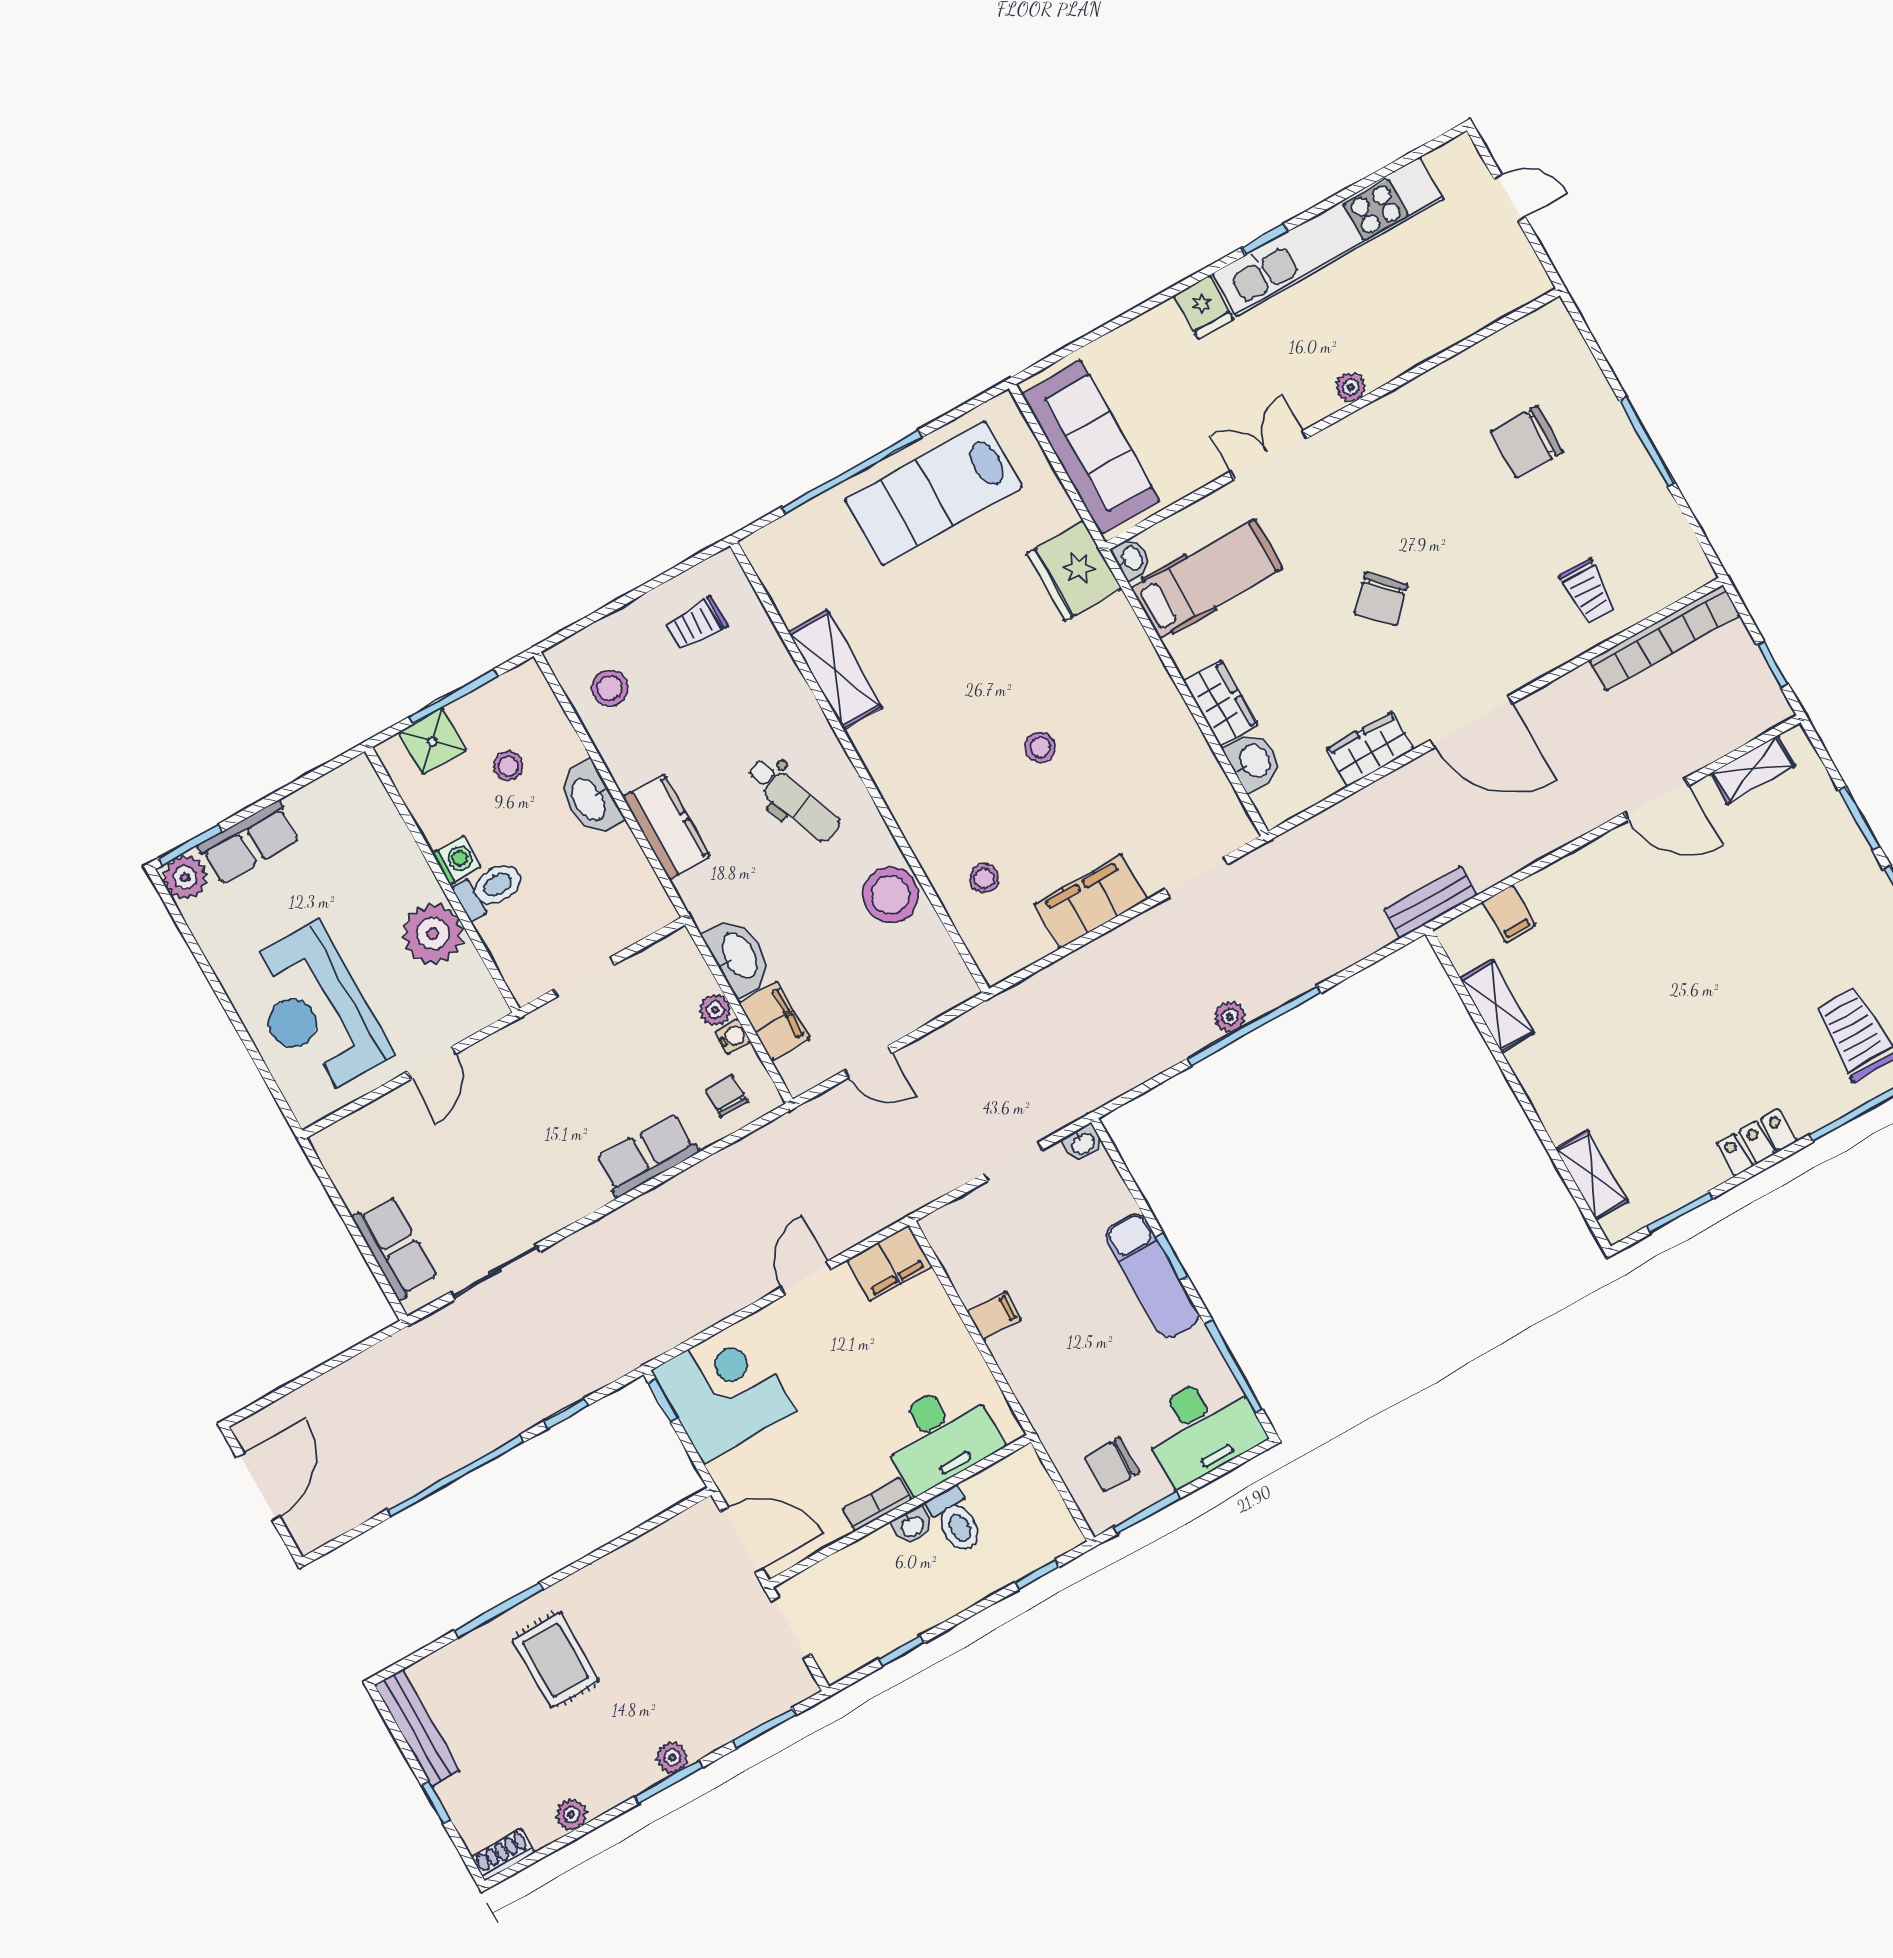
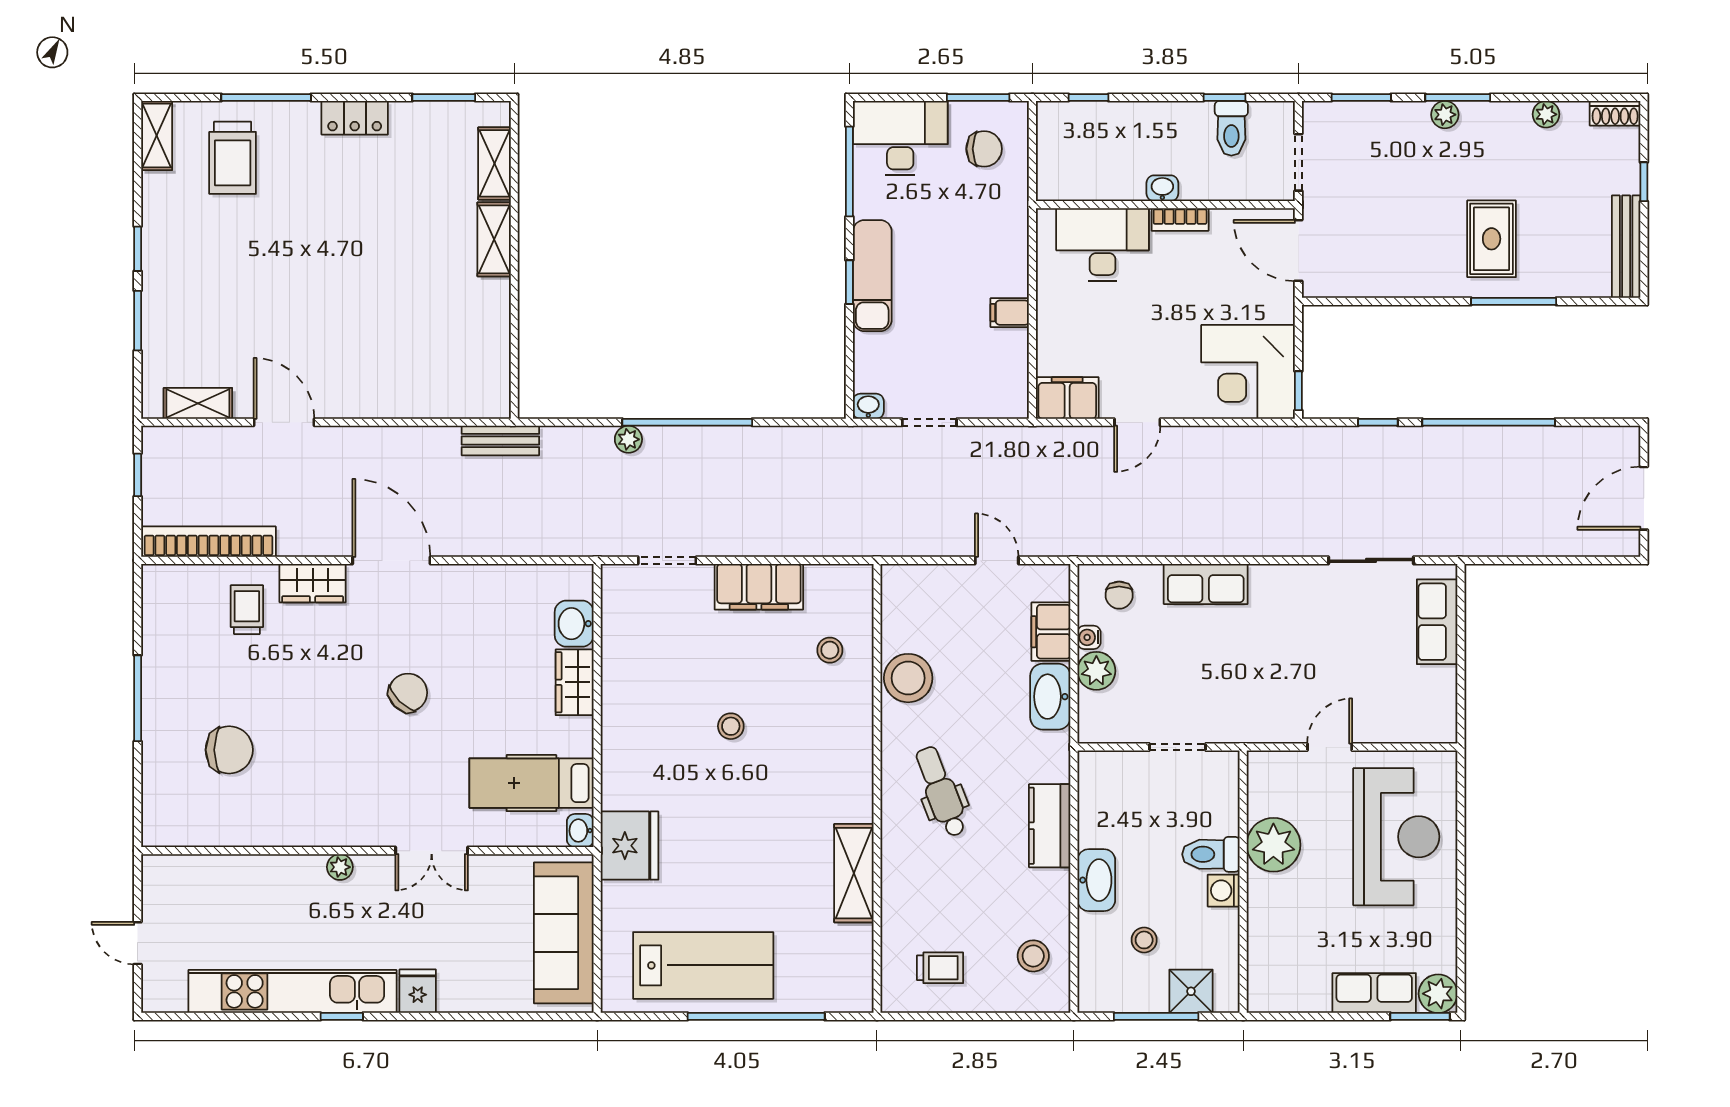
wardrobe: (1370, 749) -> (313, 583), moved
filing cabinet: (1509, 914) -> (445, 398), removed
shelving: (1497, 1005) -> (494, 239), moved
plant: (715, 1010) -> (1096, 671), width x1.38, depth x1.38
plant: (1230, 1017) -> (628, 439), moved
toilet: (956, 1520) -> (1231, 128), moved, turned 180

